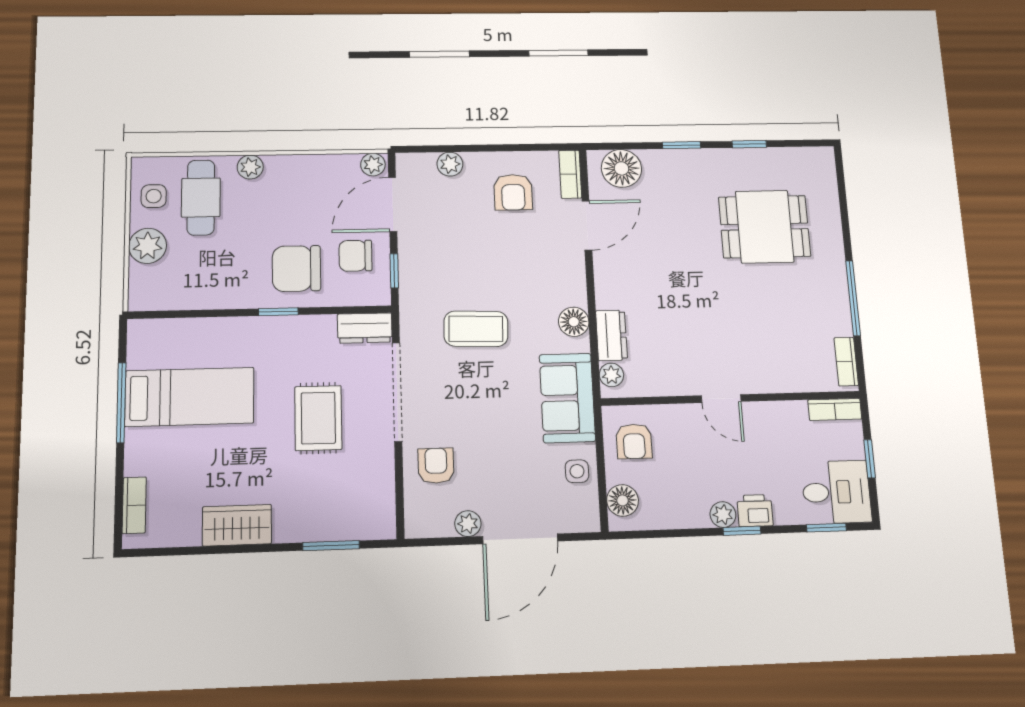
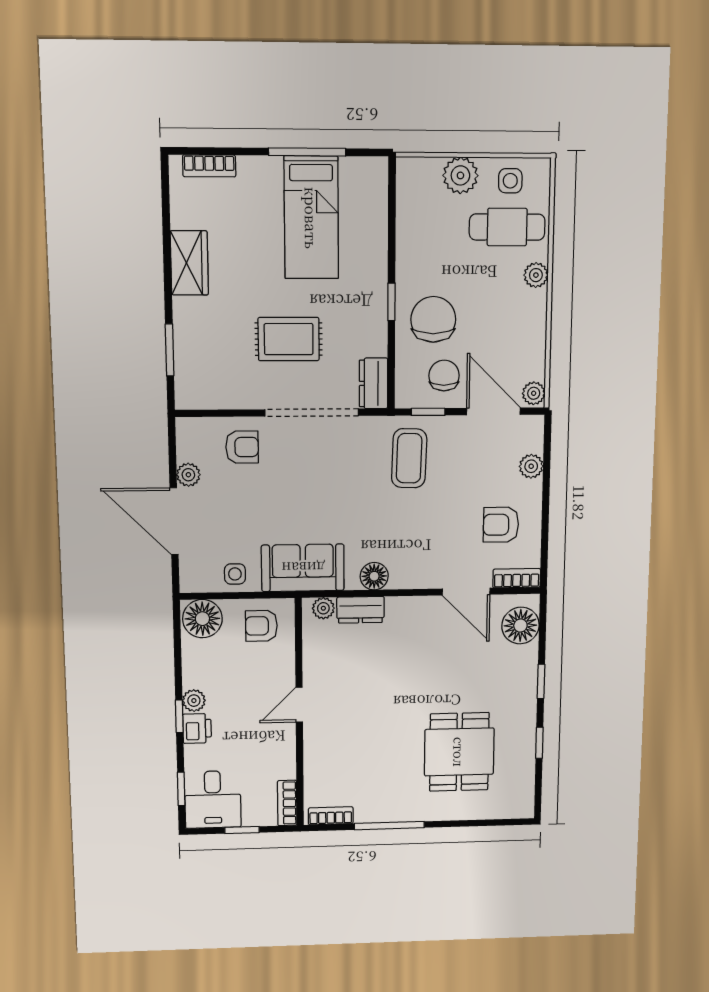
coffee table: (476, 329) -> (409, 458), moved
floor lamp: (623, 500) -> (202, 619), width x1.38, depth x1.38

